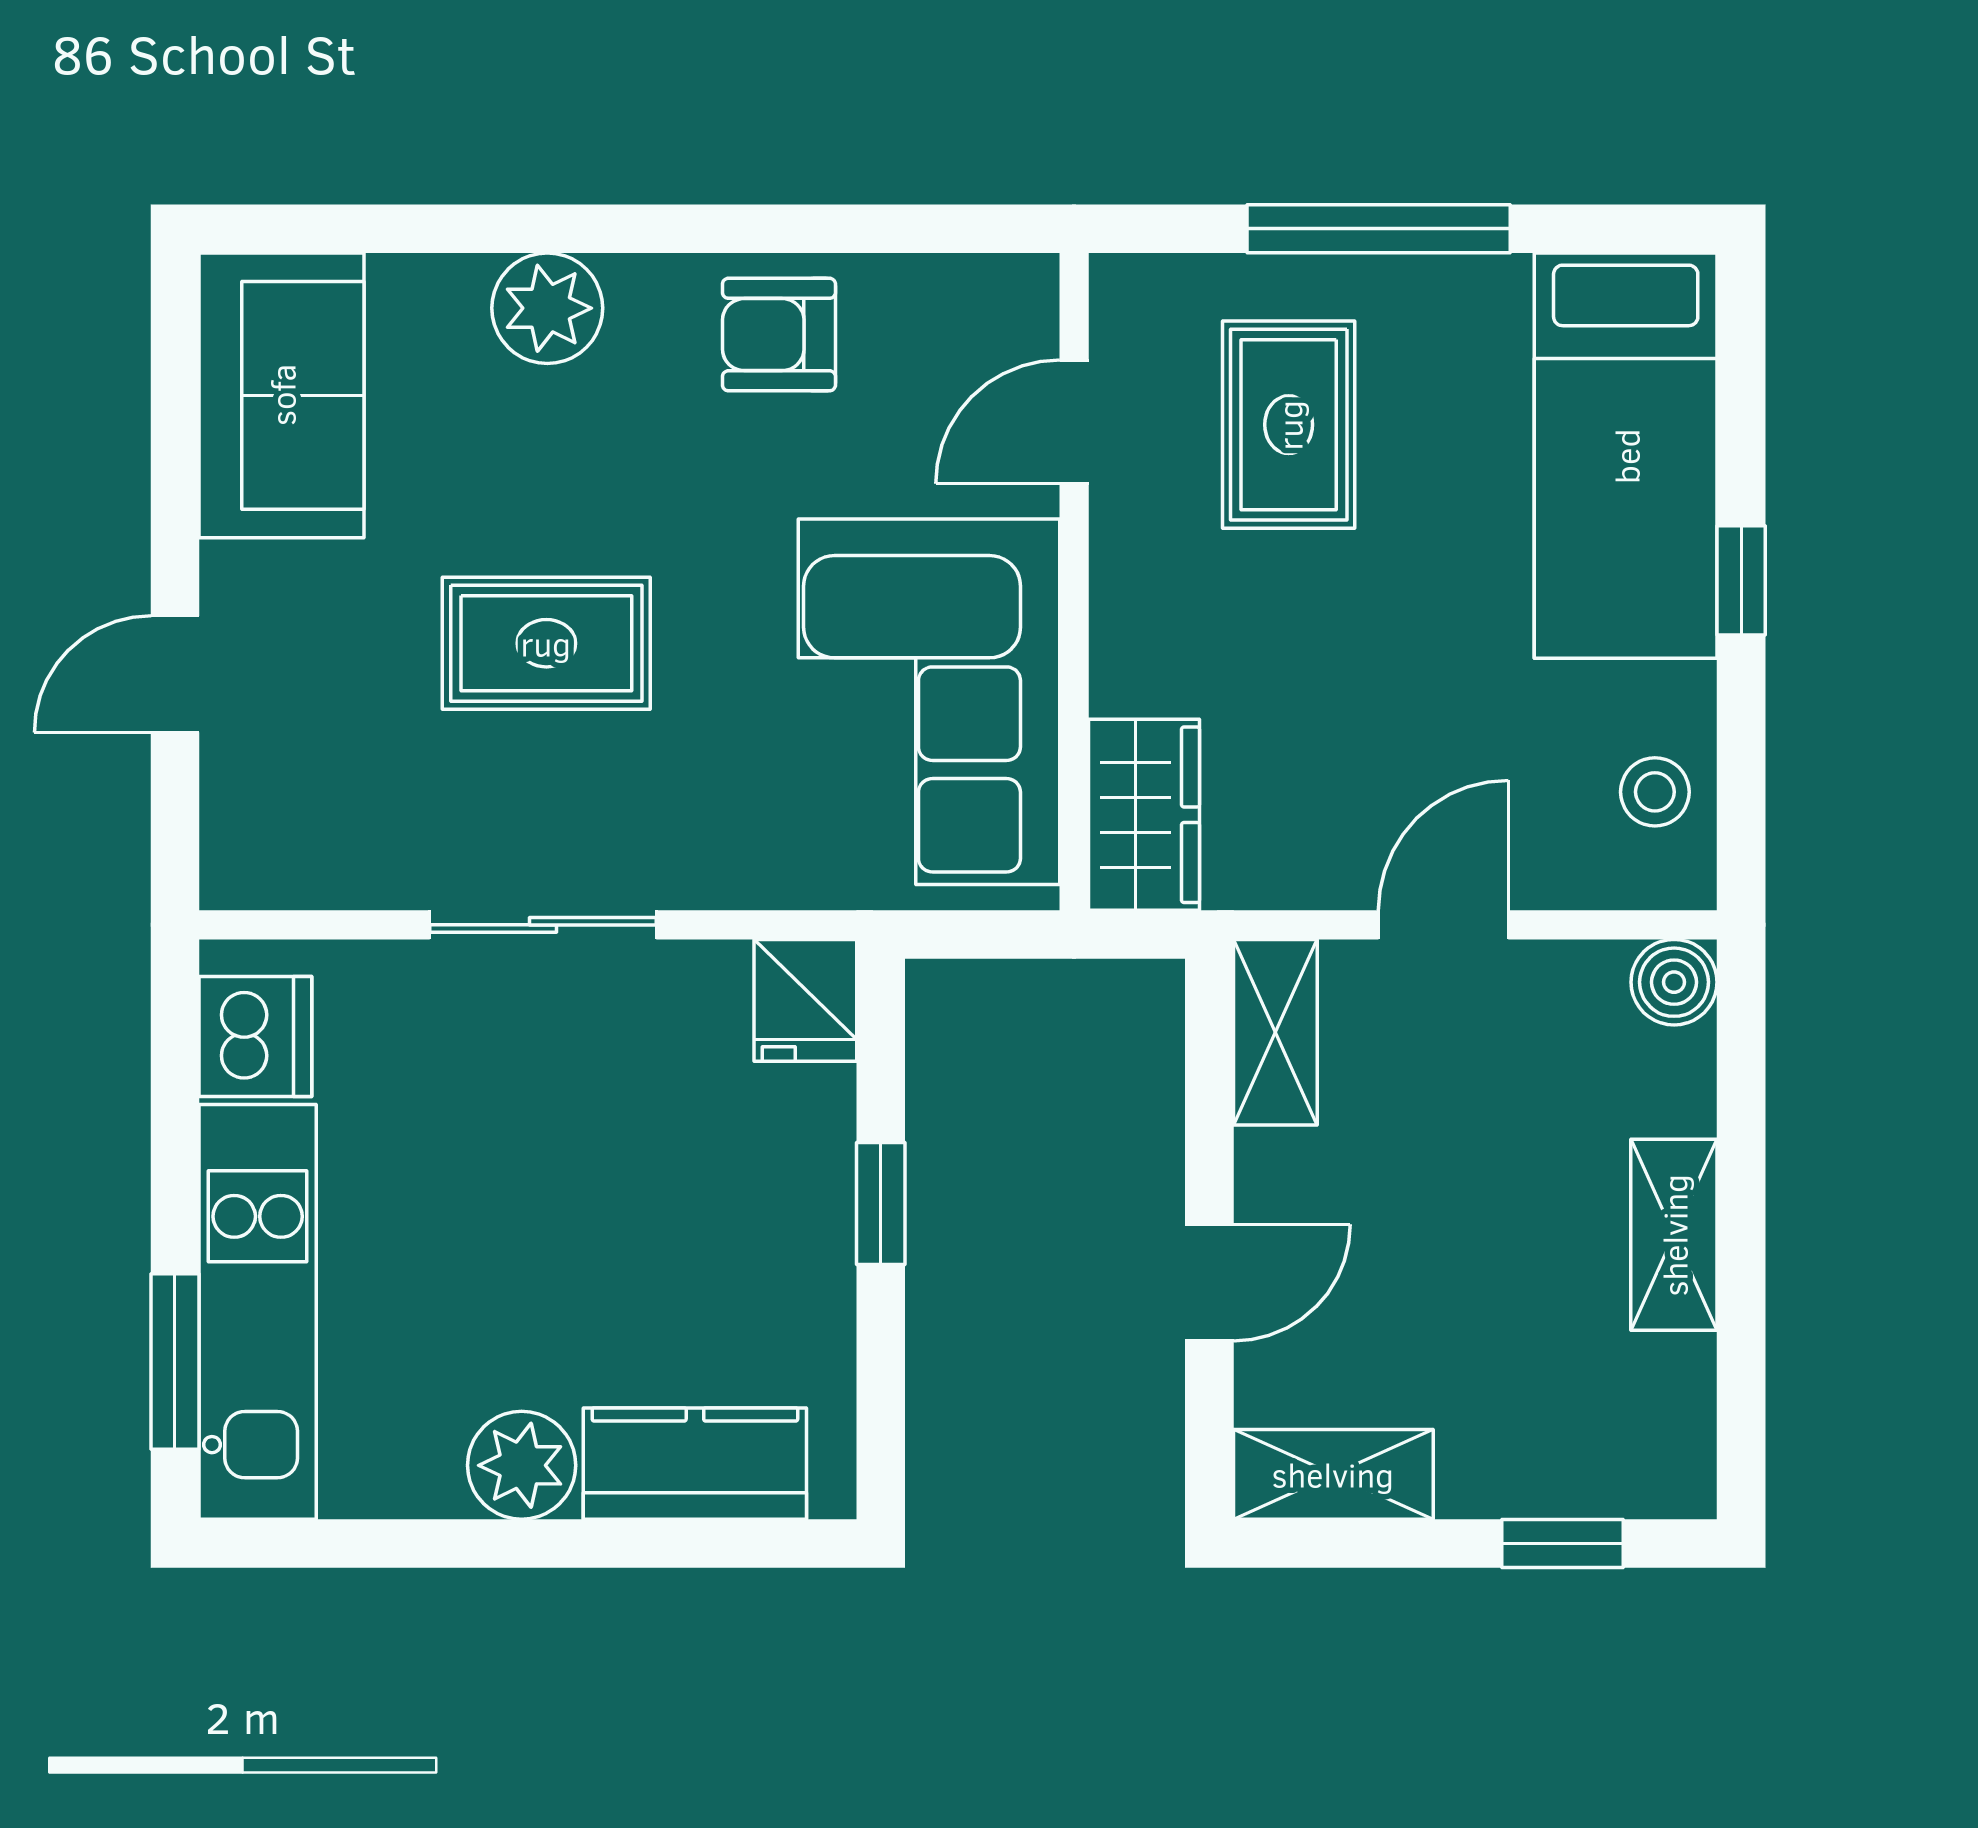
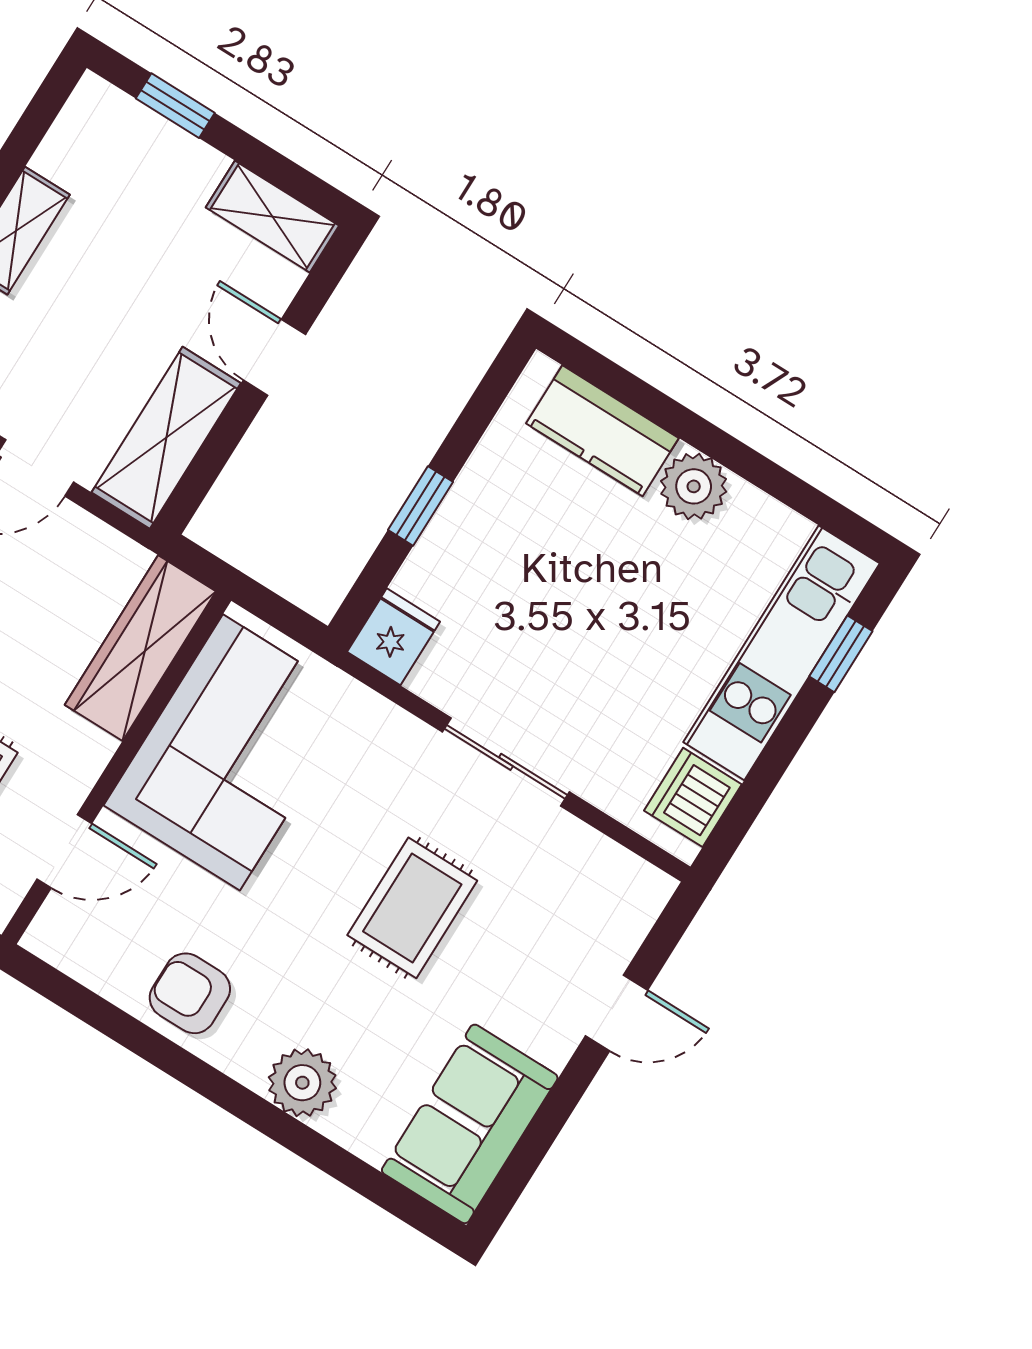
armchair: (779, 335) -> (190, 993), turned 180
rug: (546, 643) -> (412, 908), turned 90
wardrobe: (1144, 815) -> (140, 648), width x1.50
shelving: (1275, 1032) -> (166, 438), width x1.50, depth x1.33
door: (1209, 1283) -> (275, 357), hinge flipped
window: (175, 1362) -> (841, 654), width x0.67

